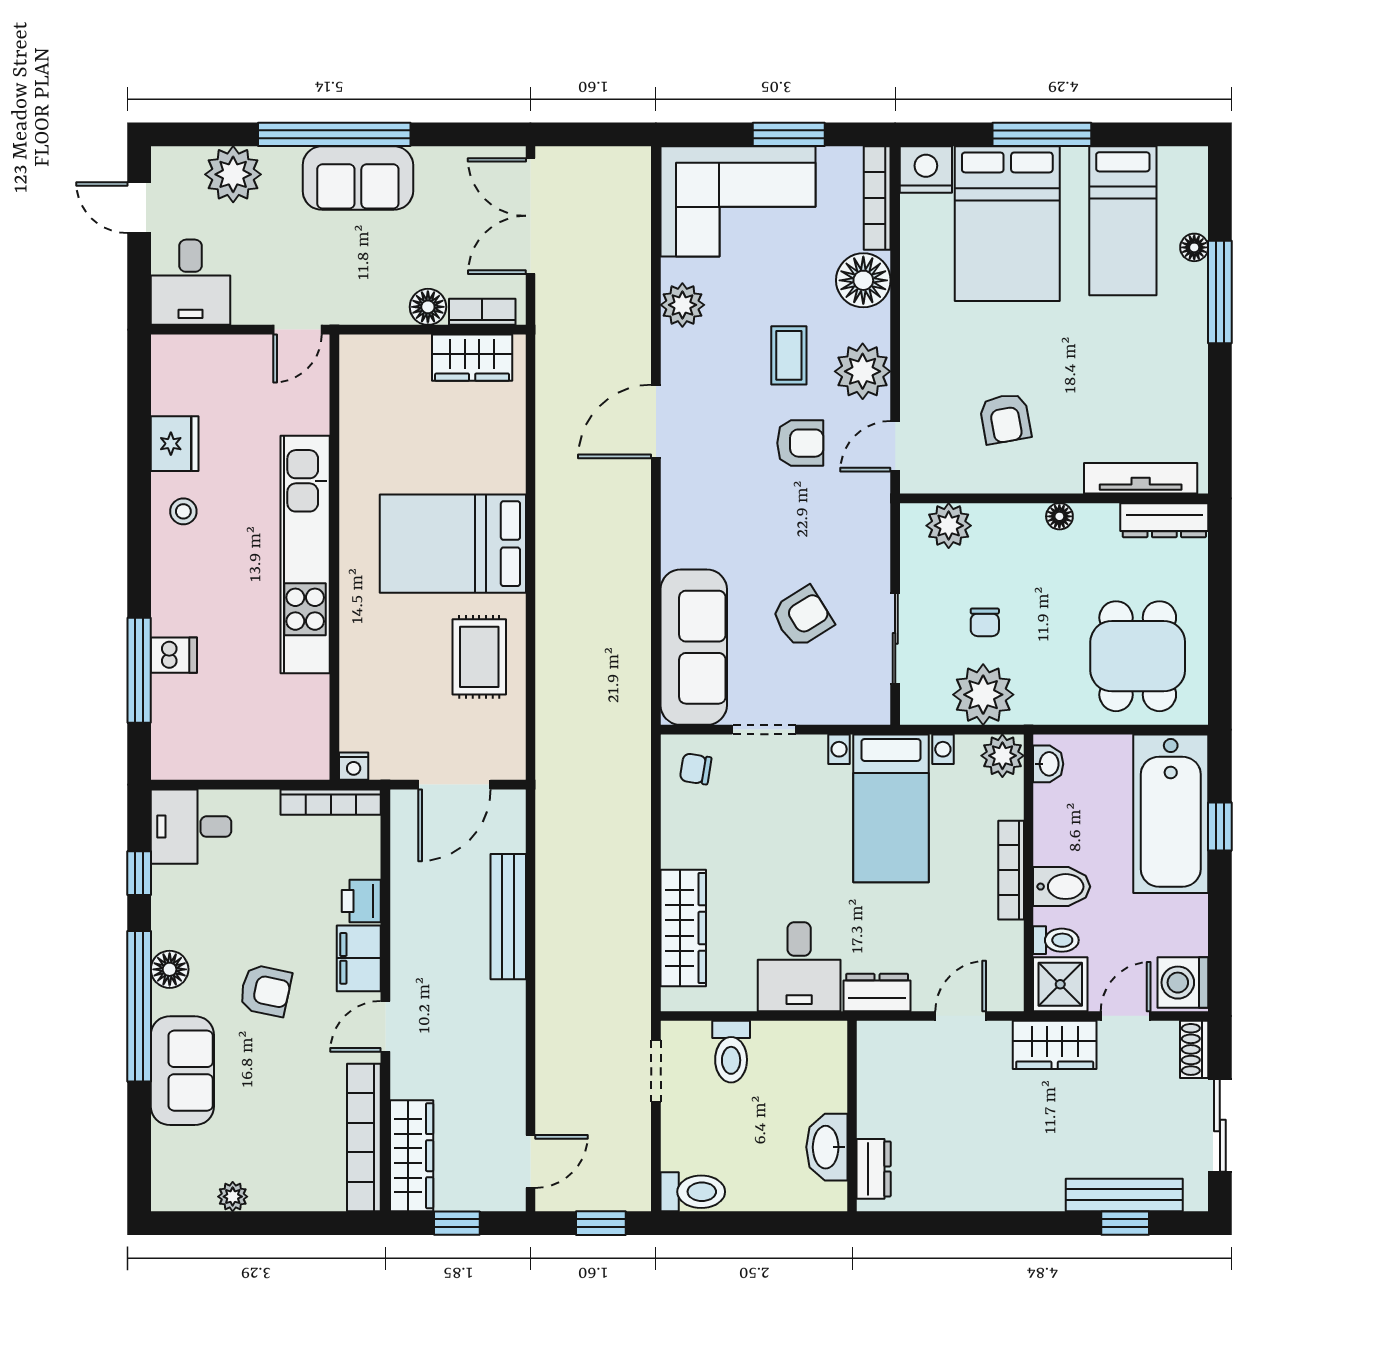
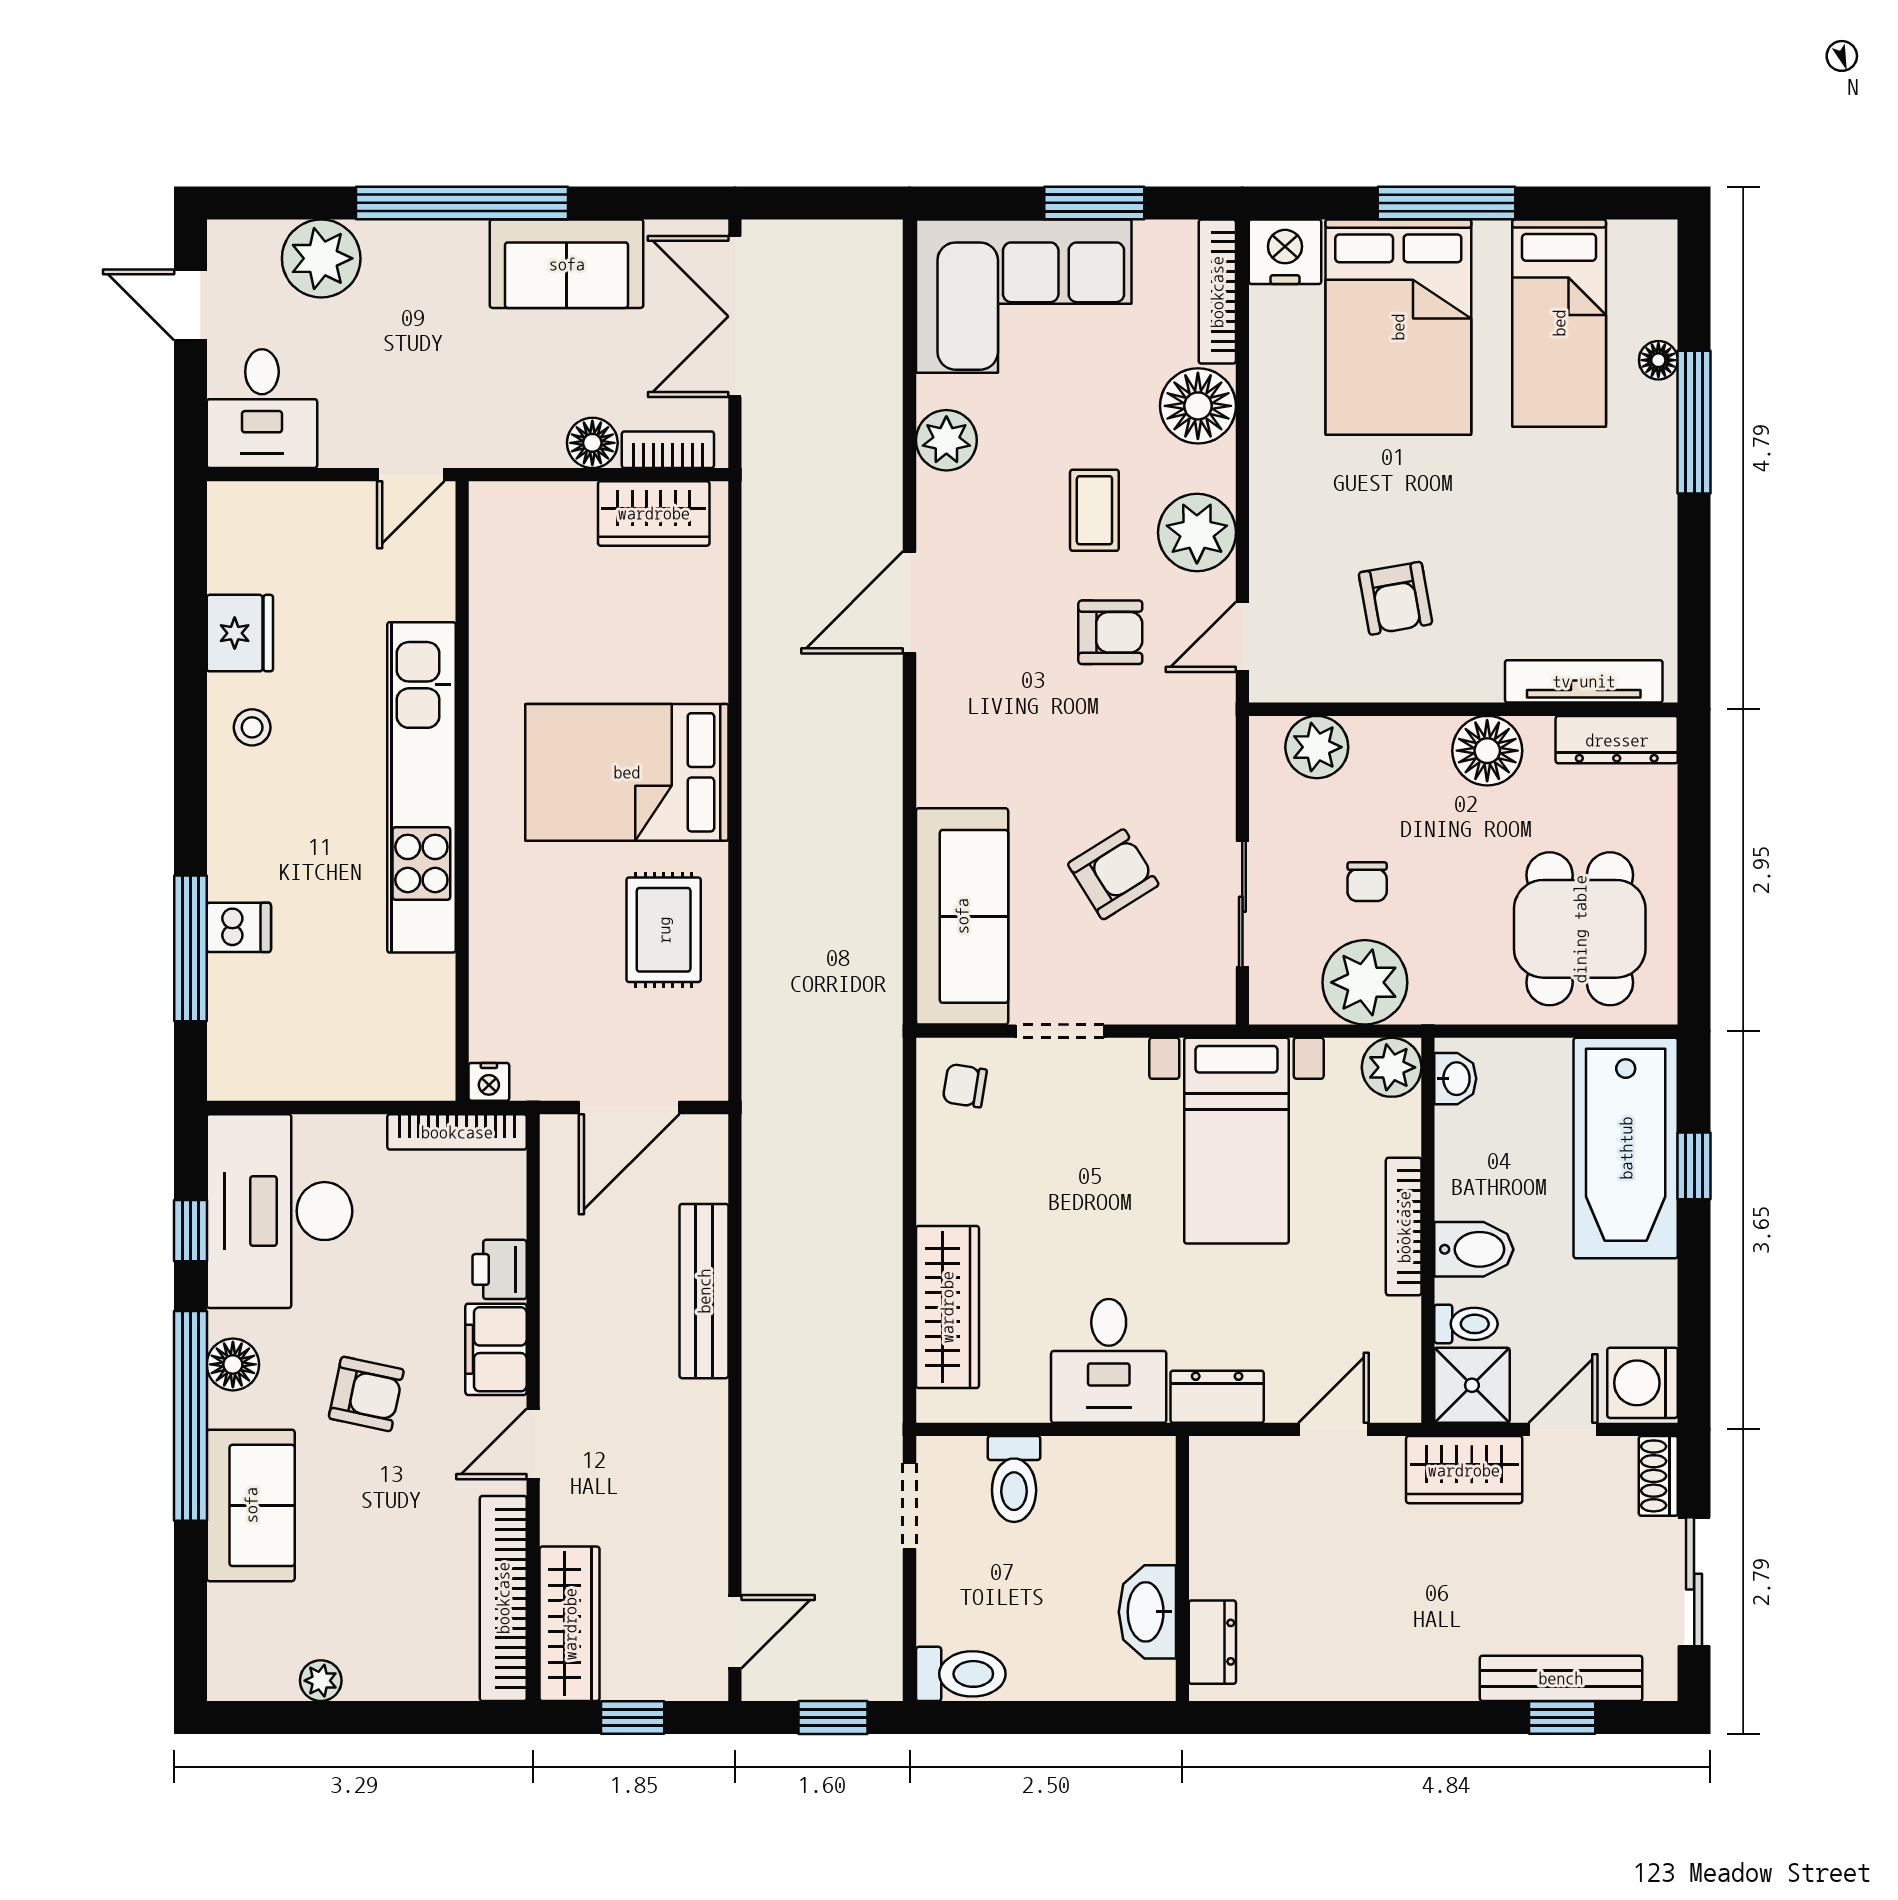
sofa: (358, 178) -> (567, 264), moved
floor lamp: (1059, 516) -> (1487, 751), width x1.89, depth x1.89
desk: (191, 827) -> (279, 1211), width x1.87, depth x1.30

